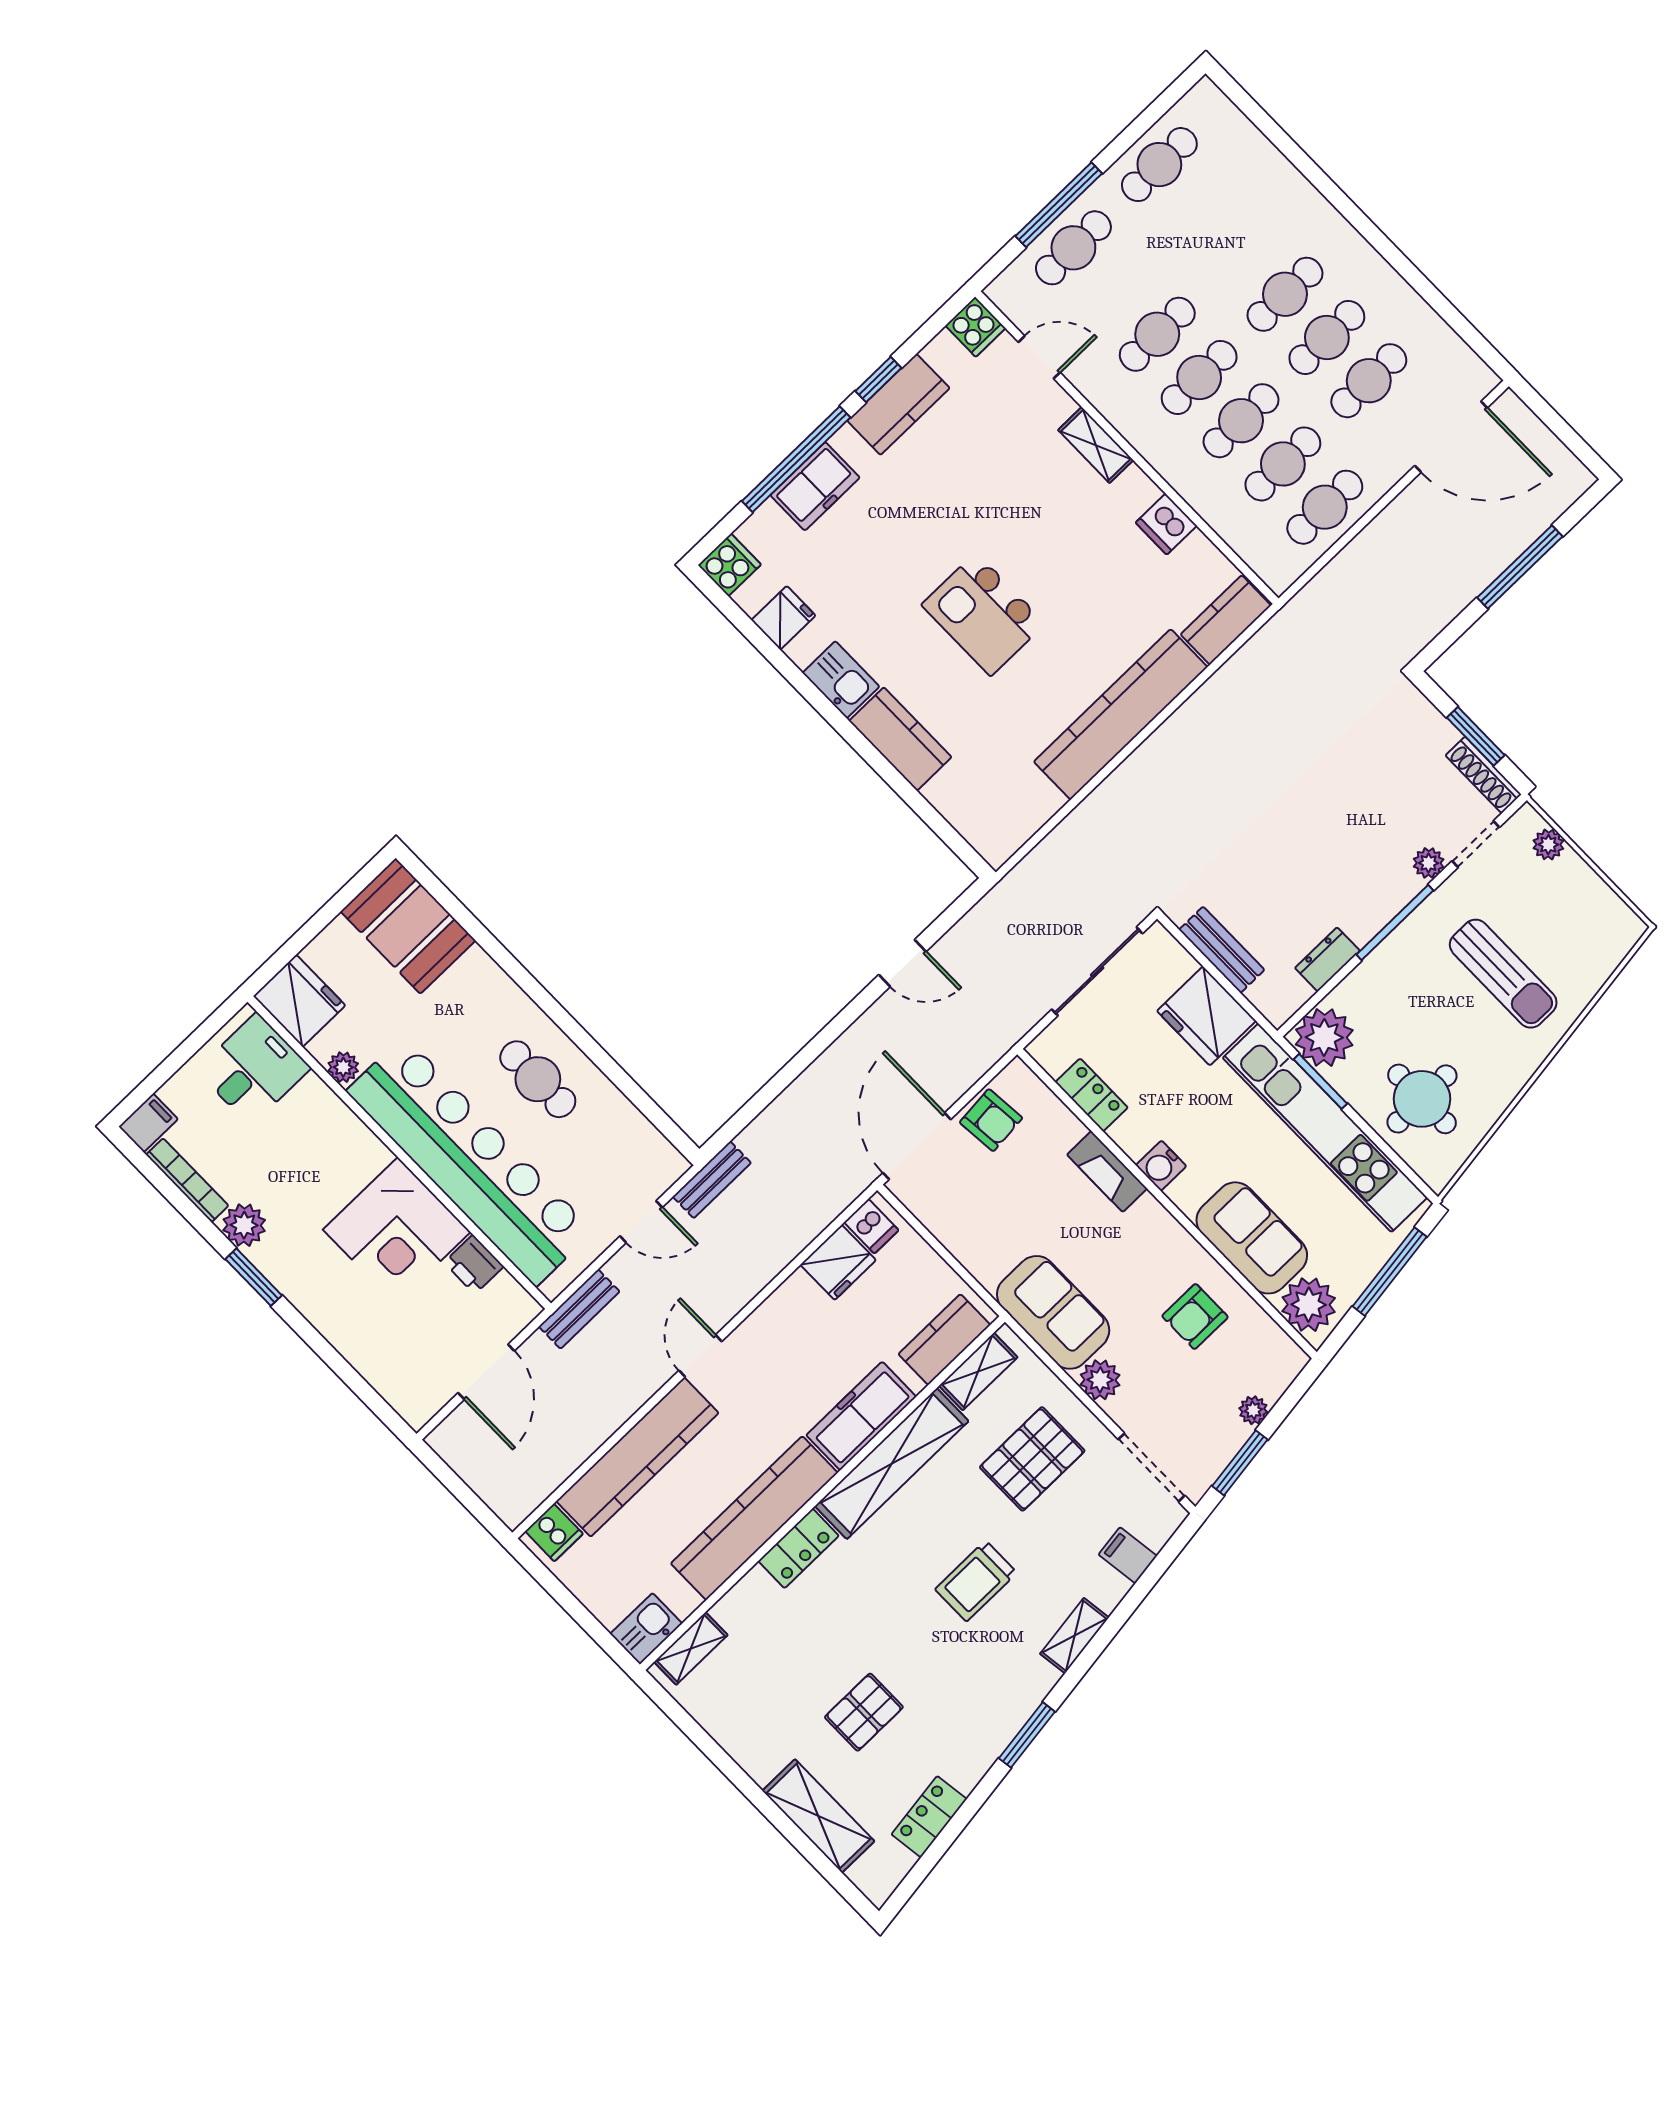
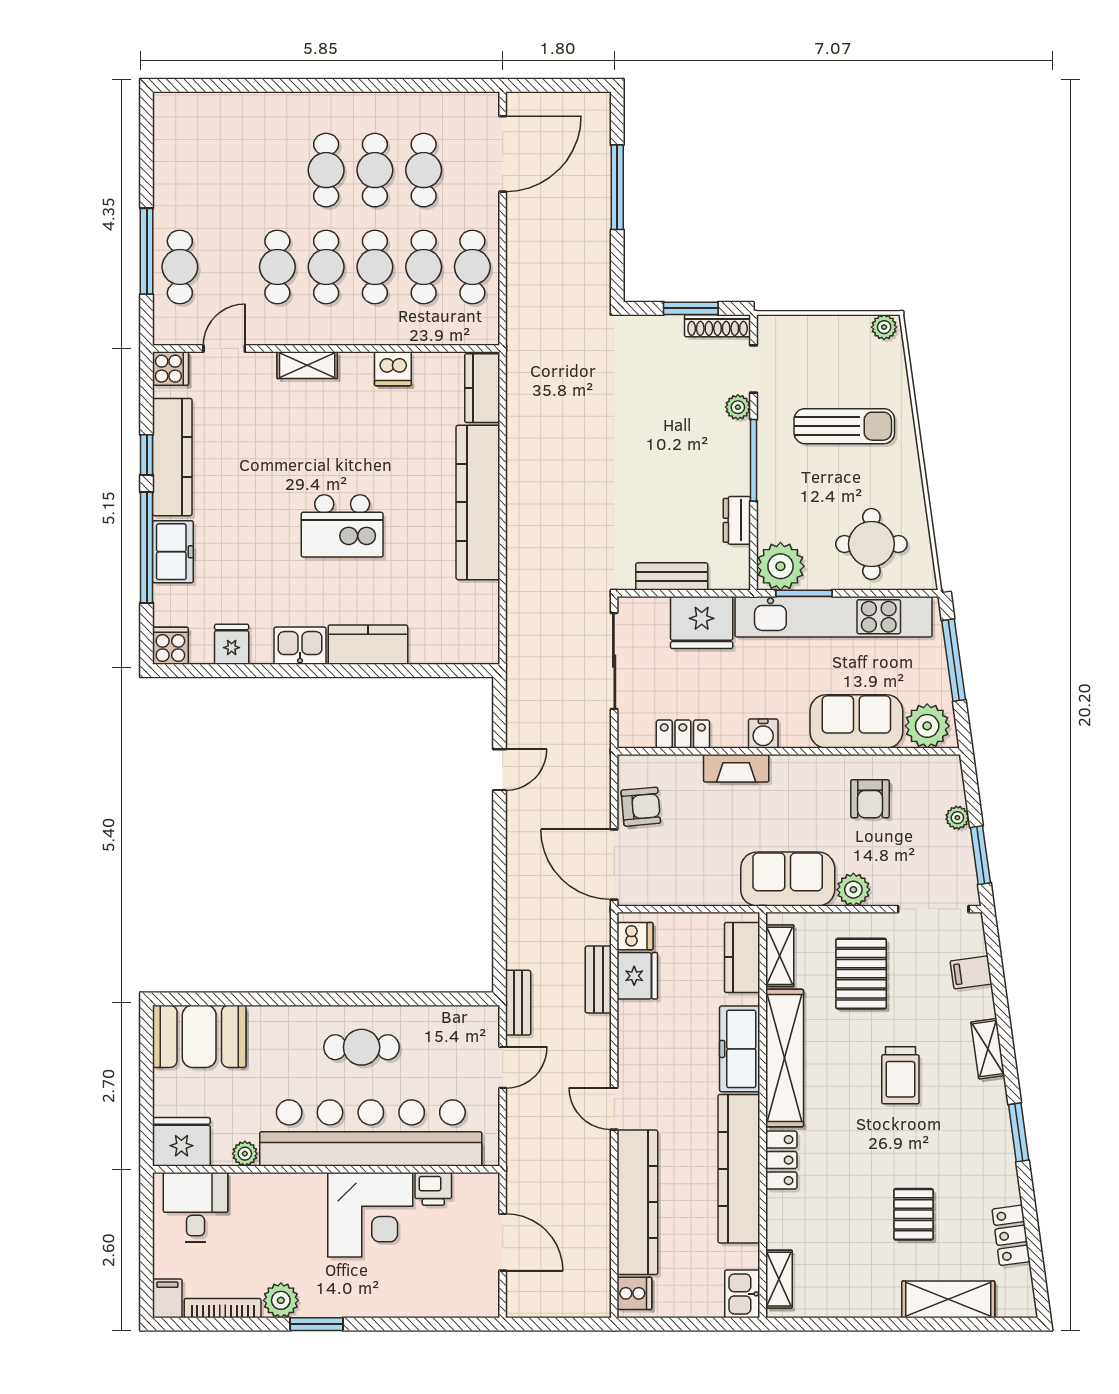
cafe table: (1159, 165) -> (180, 170), removed
kitchen counter: (898, 404) -> (172, 457), width x1.50
plant: (1548, 845) -> (884, 327), moved
bench: (579, 1309) -> (598, 980), moved

